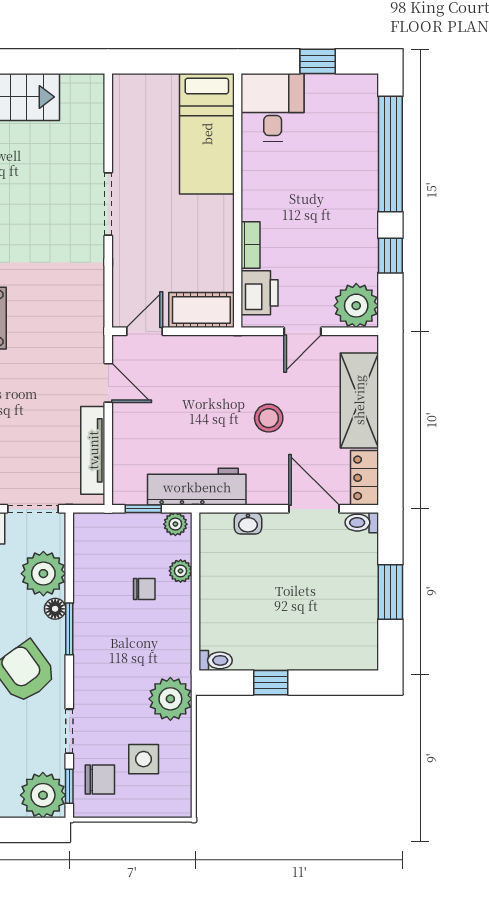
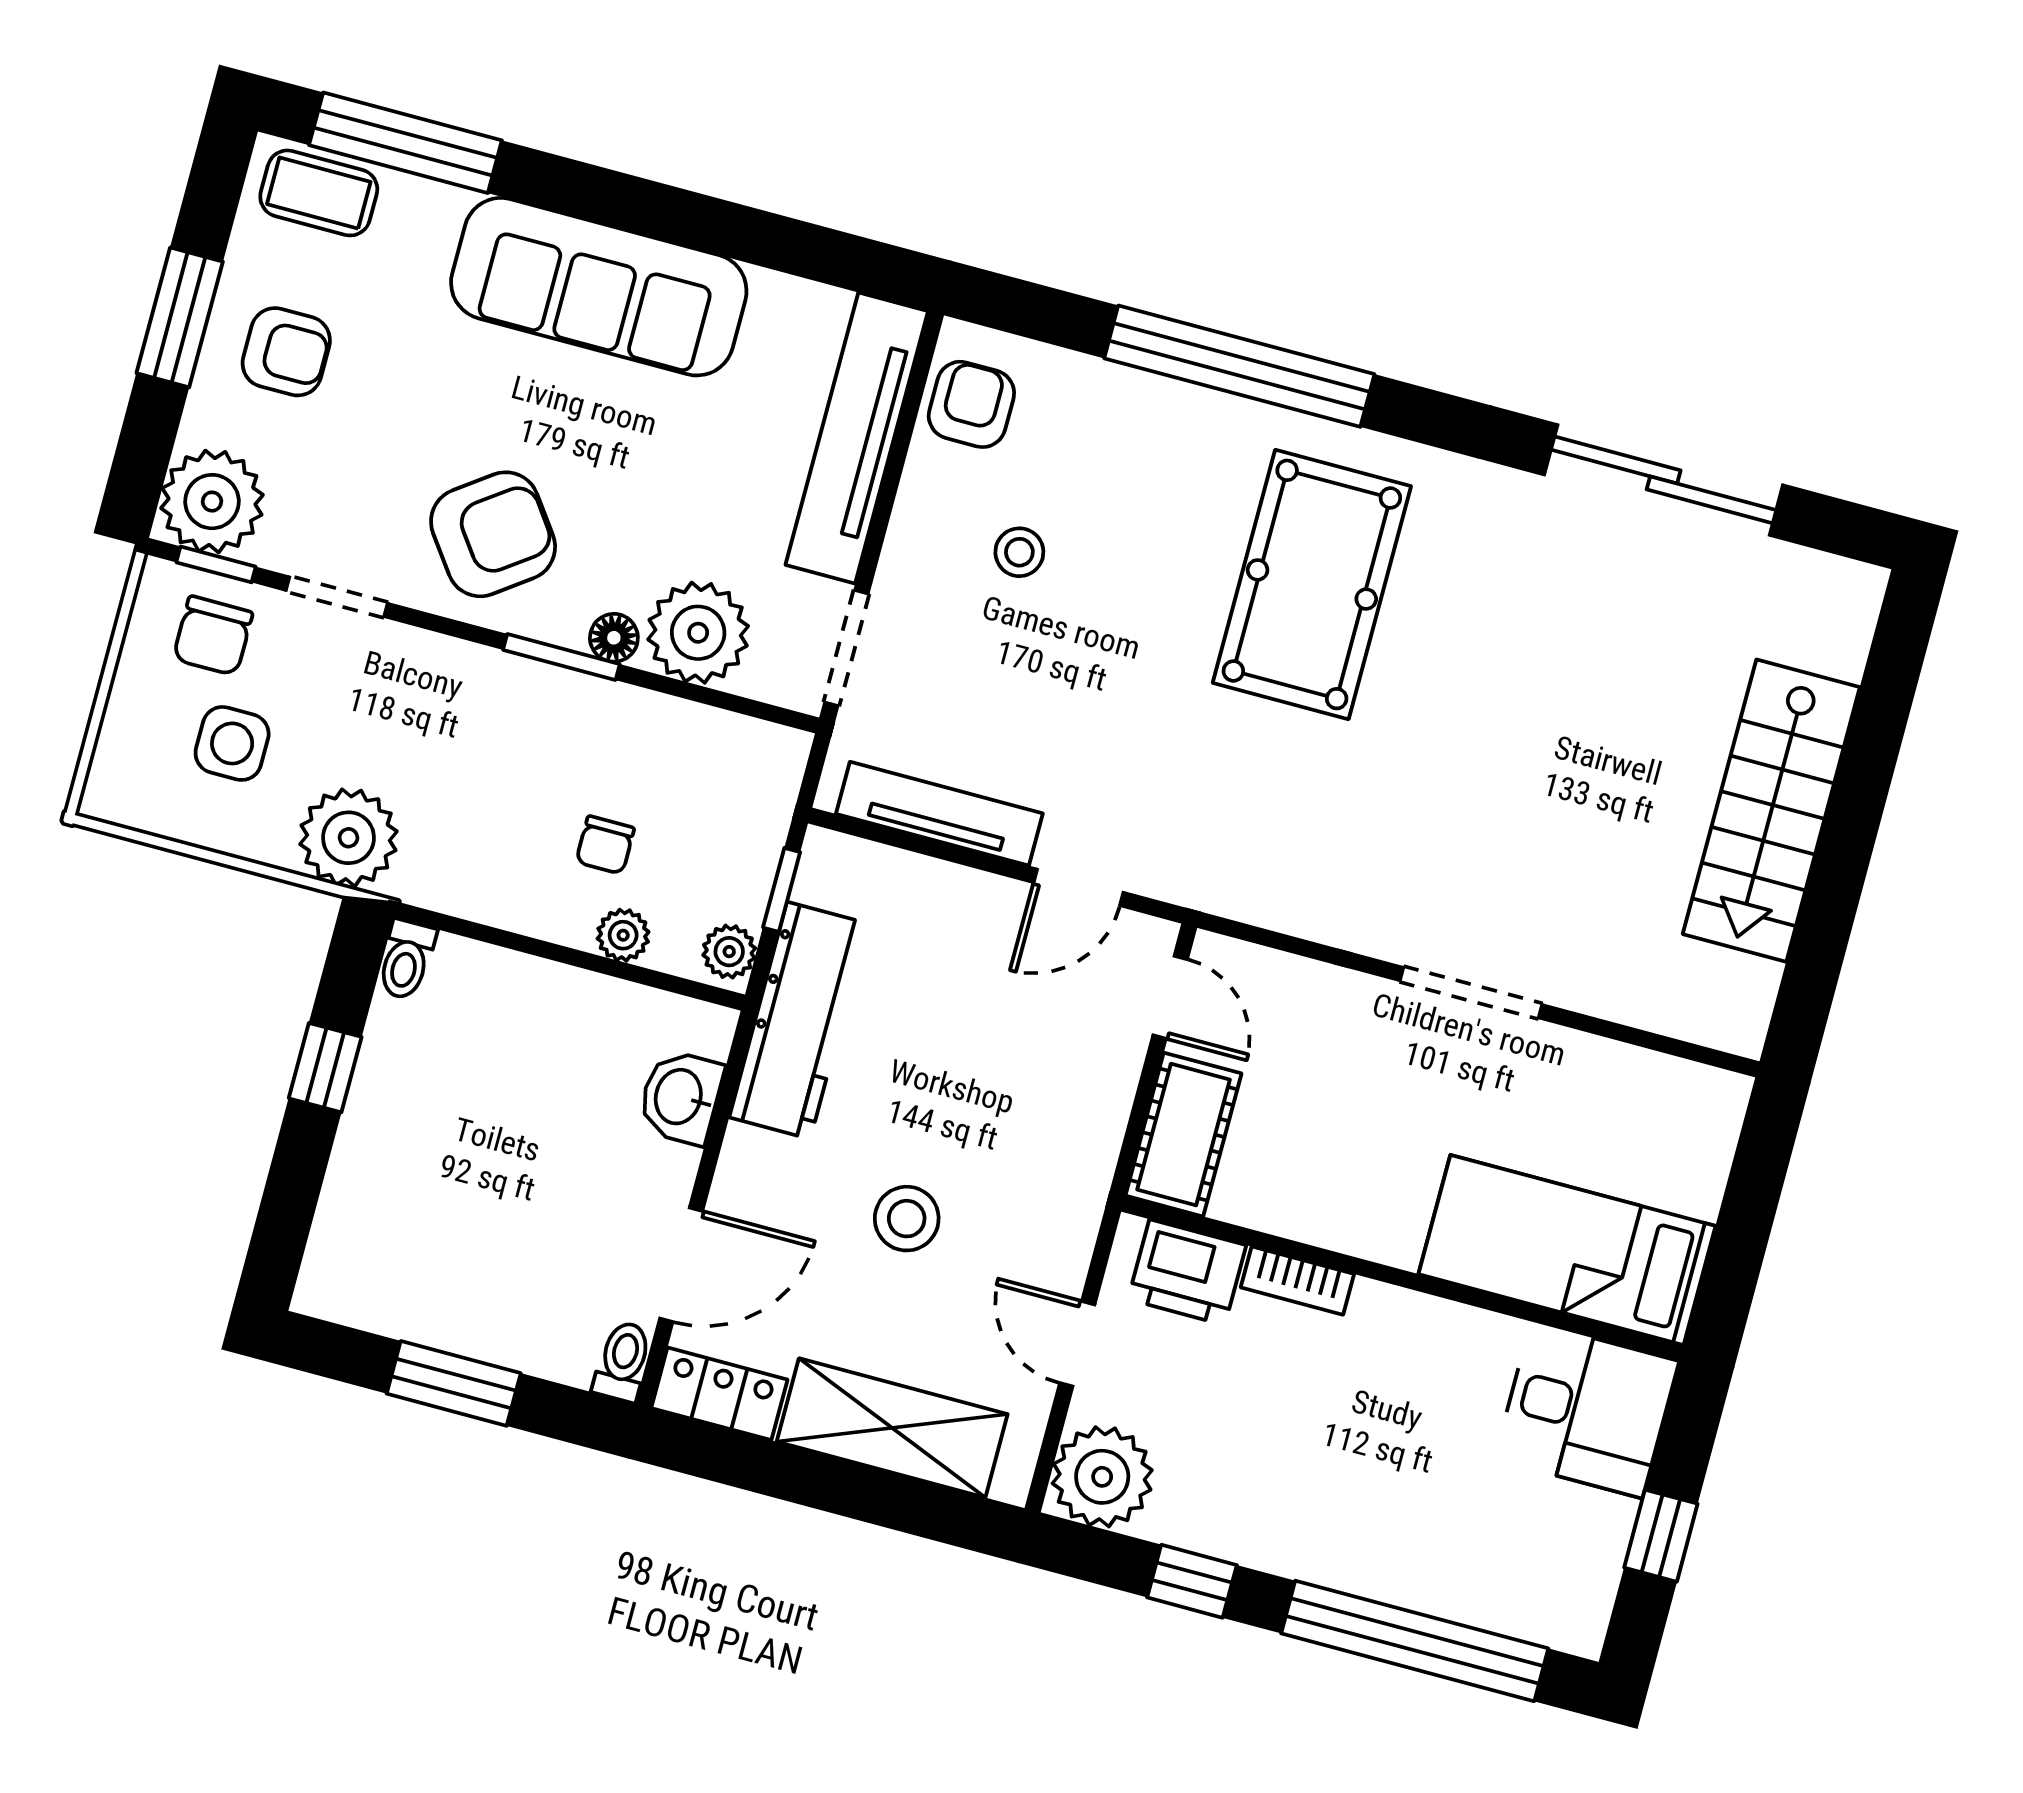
washbasin: (248, 523) -> (680, 1097), width x1.38, depth x1.45

